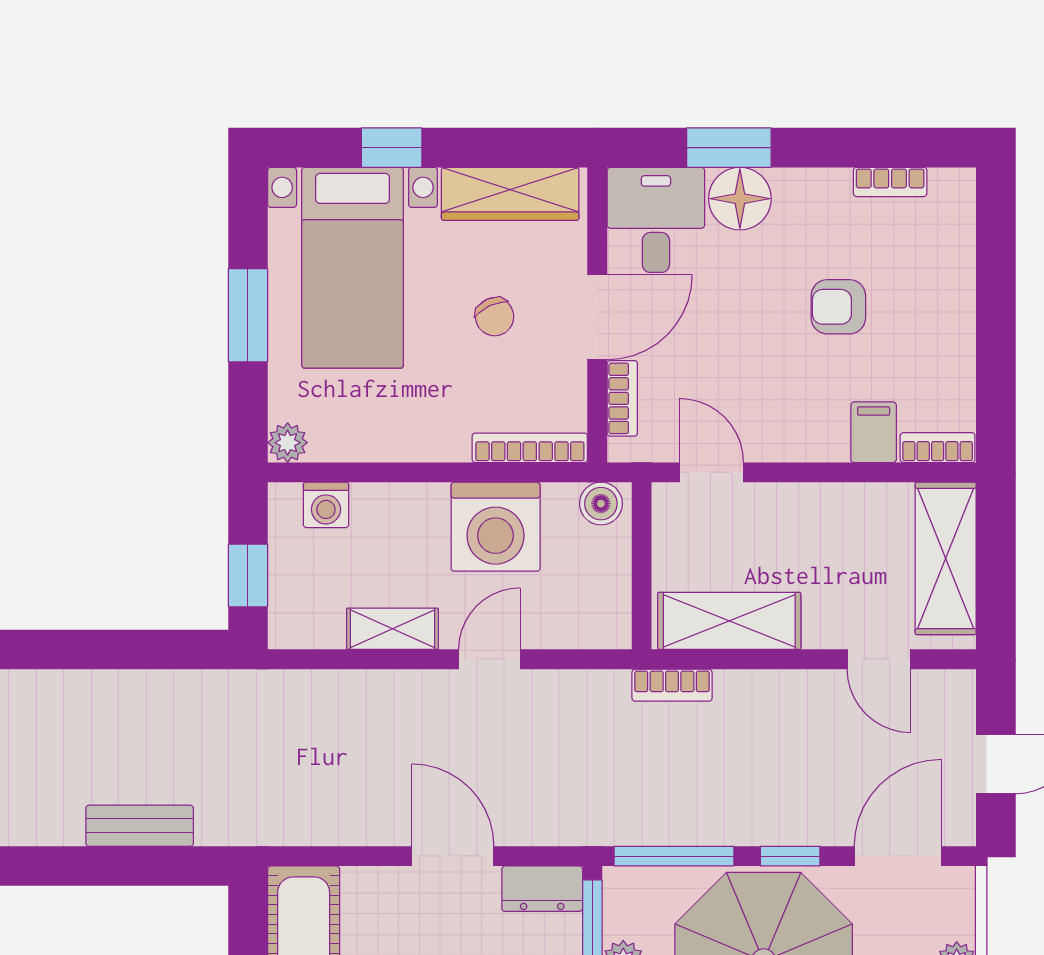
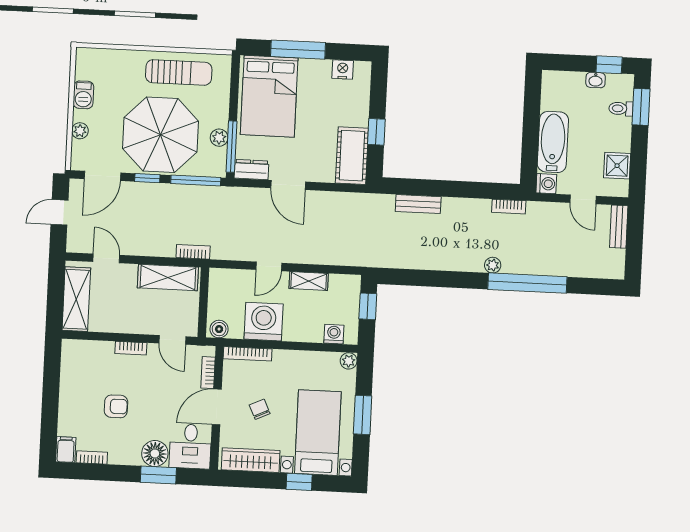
filing cabinet: (874, 432) -> (66, 450), moved, turned 180
bookcase: (938, 448) -> (131, 348), moved

